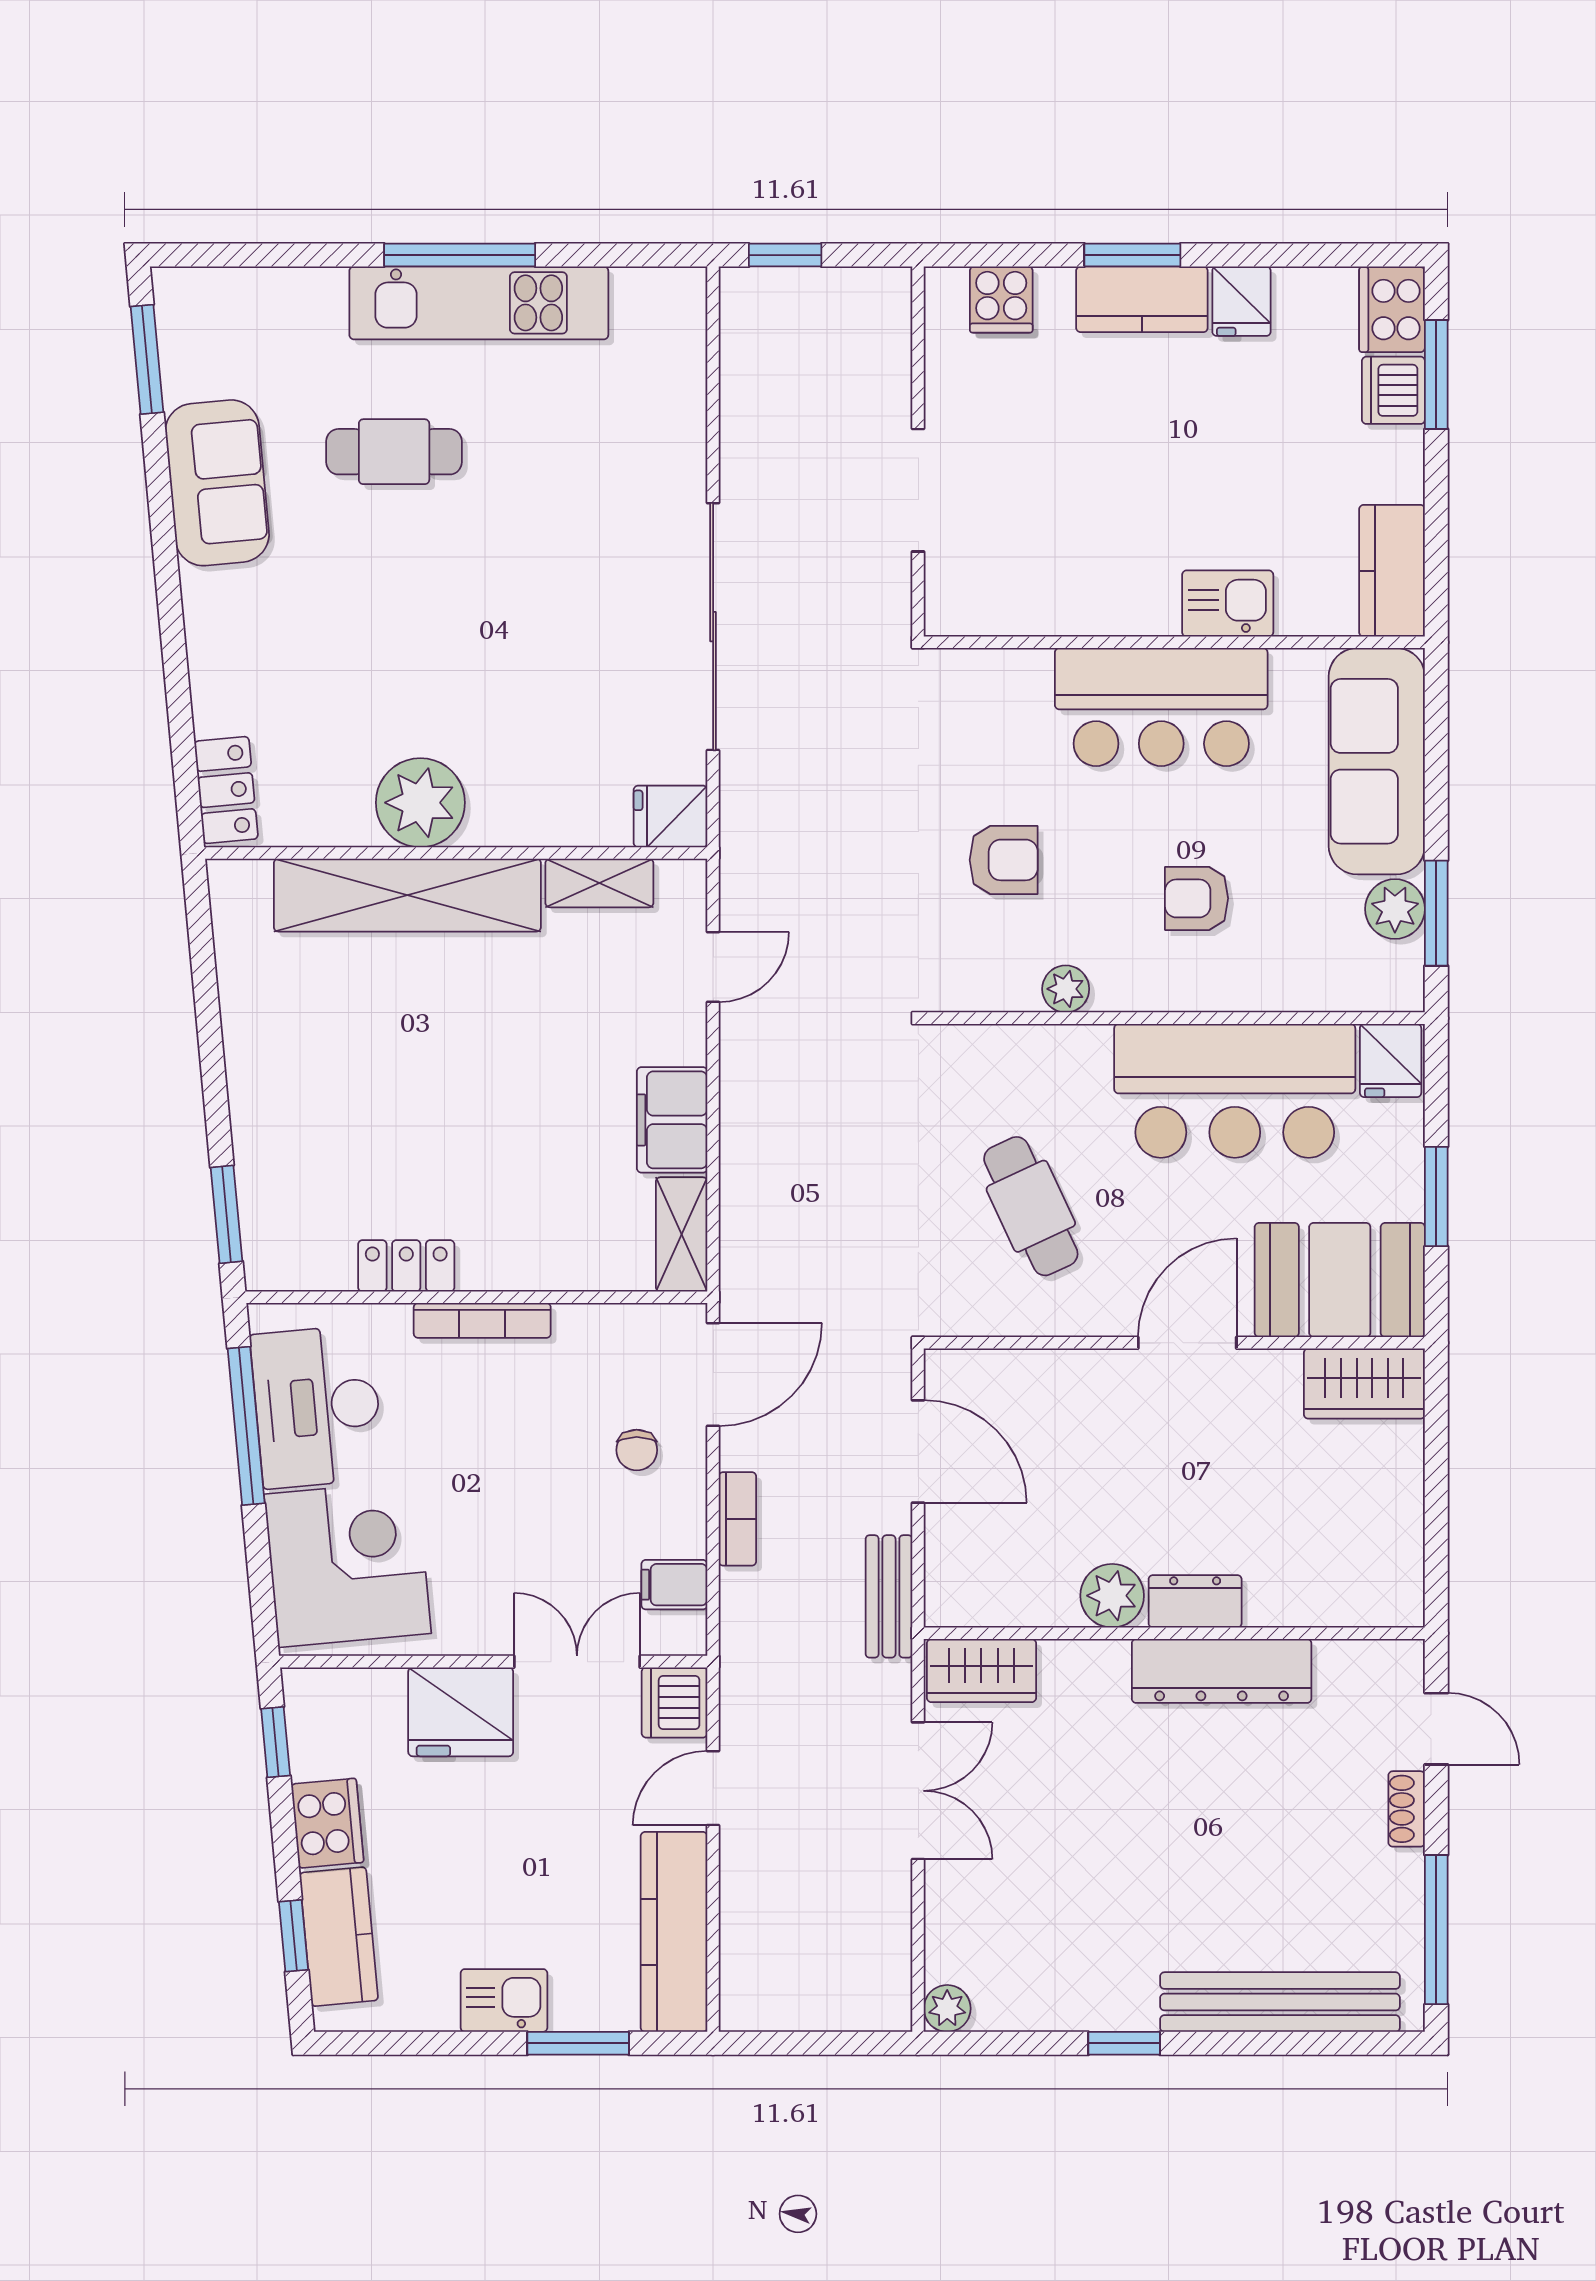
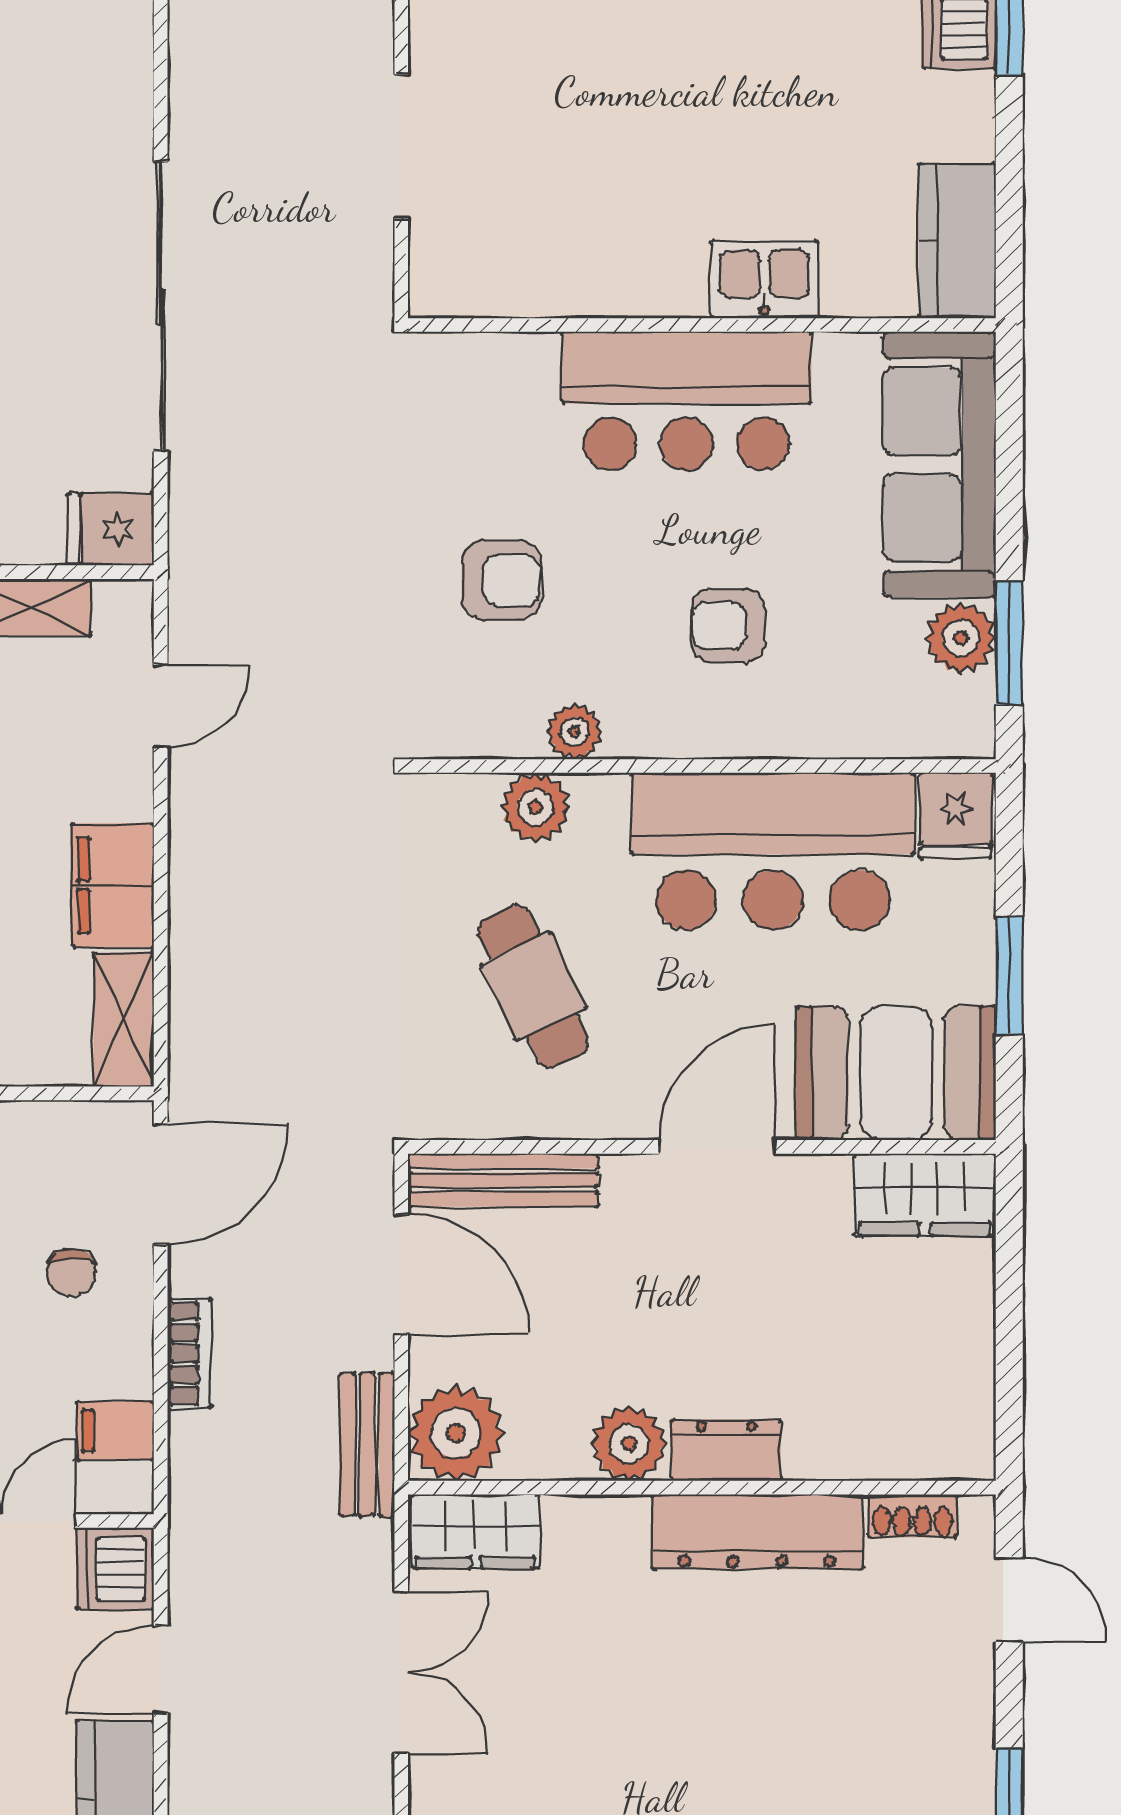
plant: (1032, 1053) -> (535, 807), added
bench: (1005, 1371) -> (503, 1180), added
plant: (965, 1587) -> (456, 1433), added
shoe rack: (1407, 1809) -> (912, 1516), moved, turned -90

